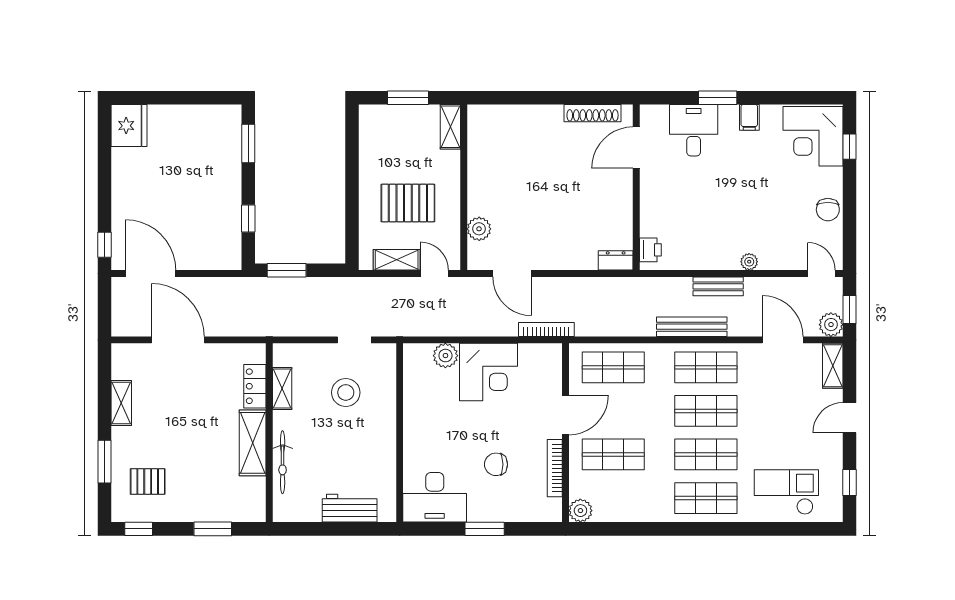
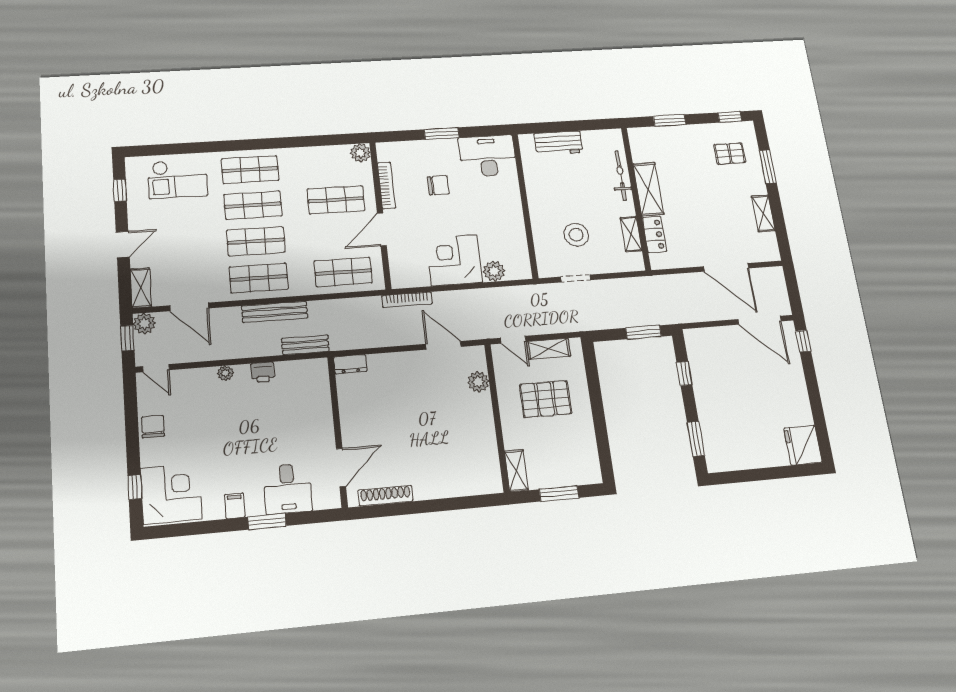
printer: (650, 250) -> (263, 372), moved, turned -90
bench: (718, 286) -> (305, 345), moved

